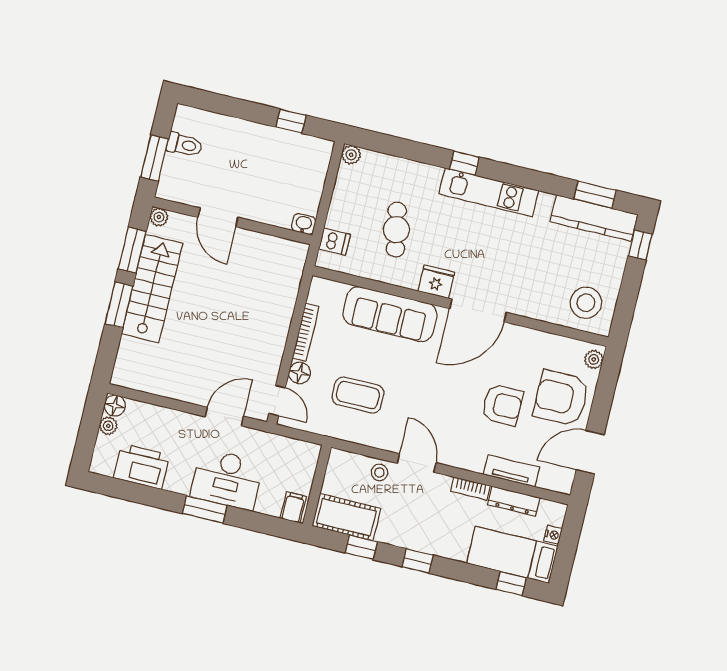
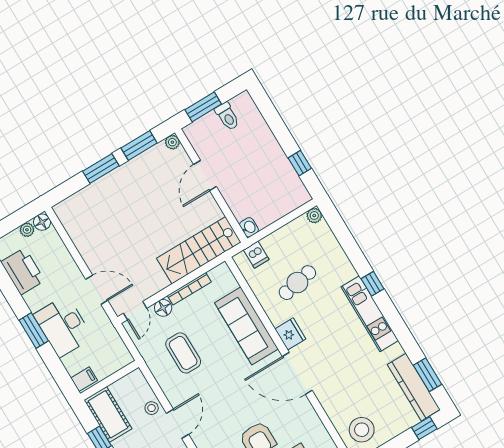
stairs: (152, 289) -> (199, 250), moved, turned 180

